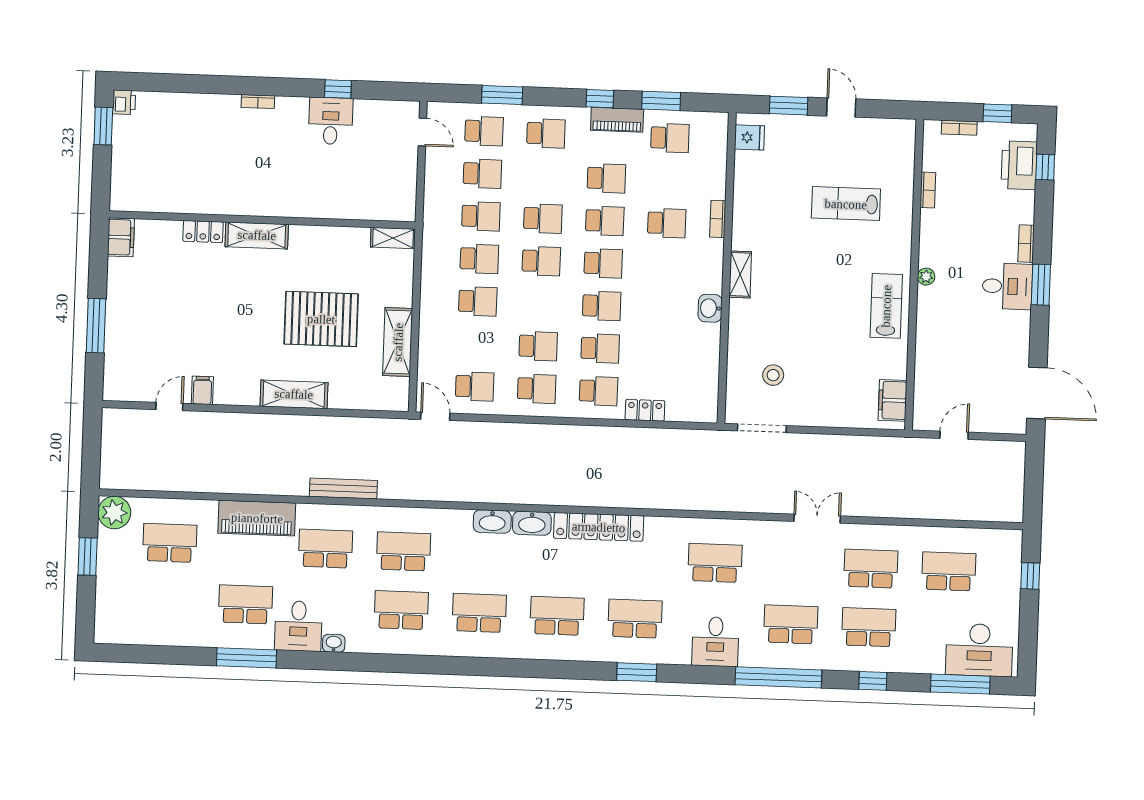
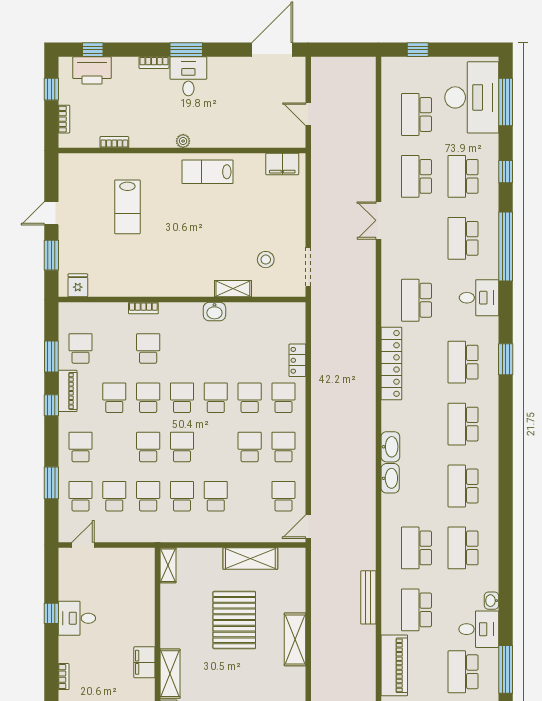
filing cabinet: (272, 204) -> (144, 662), added
shelving: (740, 274) -> (233, 289), moved
locker: (599, 527) -> (391, 363), moved
desk: (979, 650) -> (472, 97), width x1.36, depth x1.30

